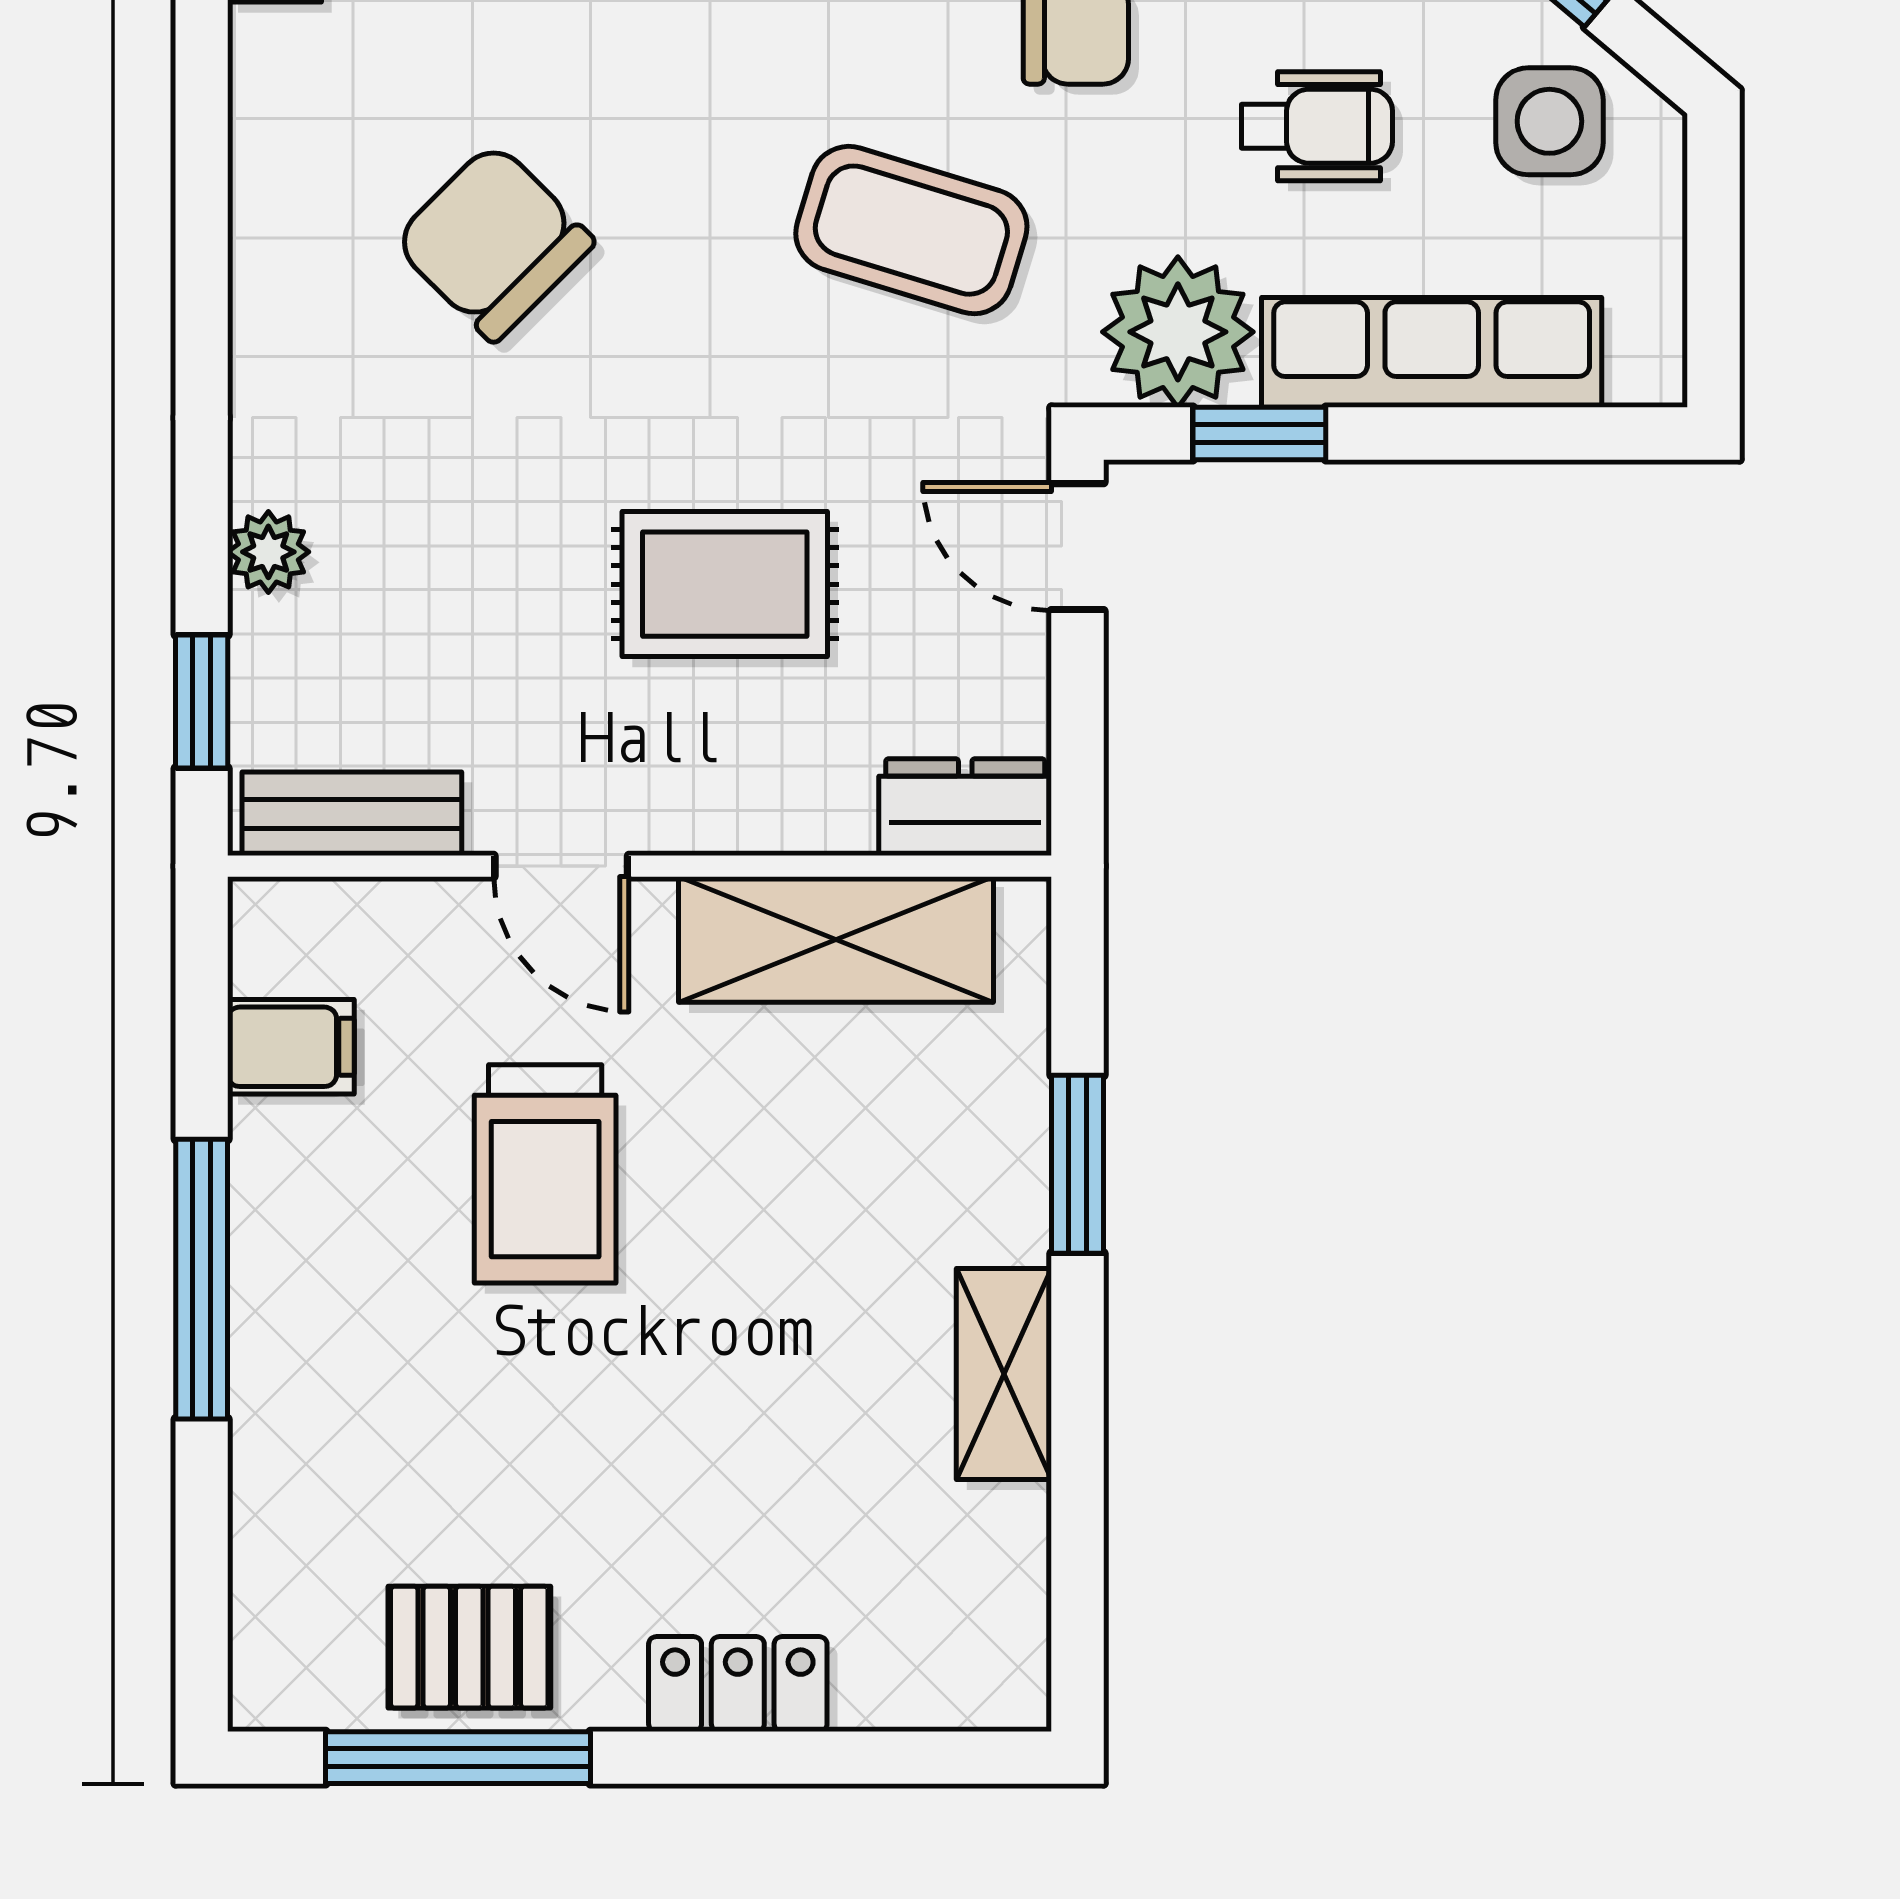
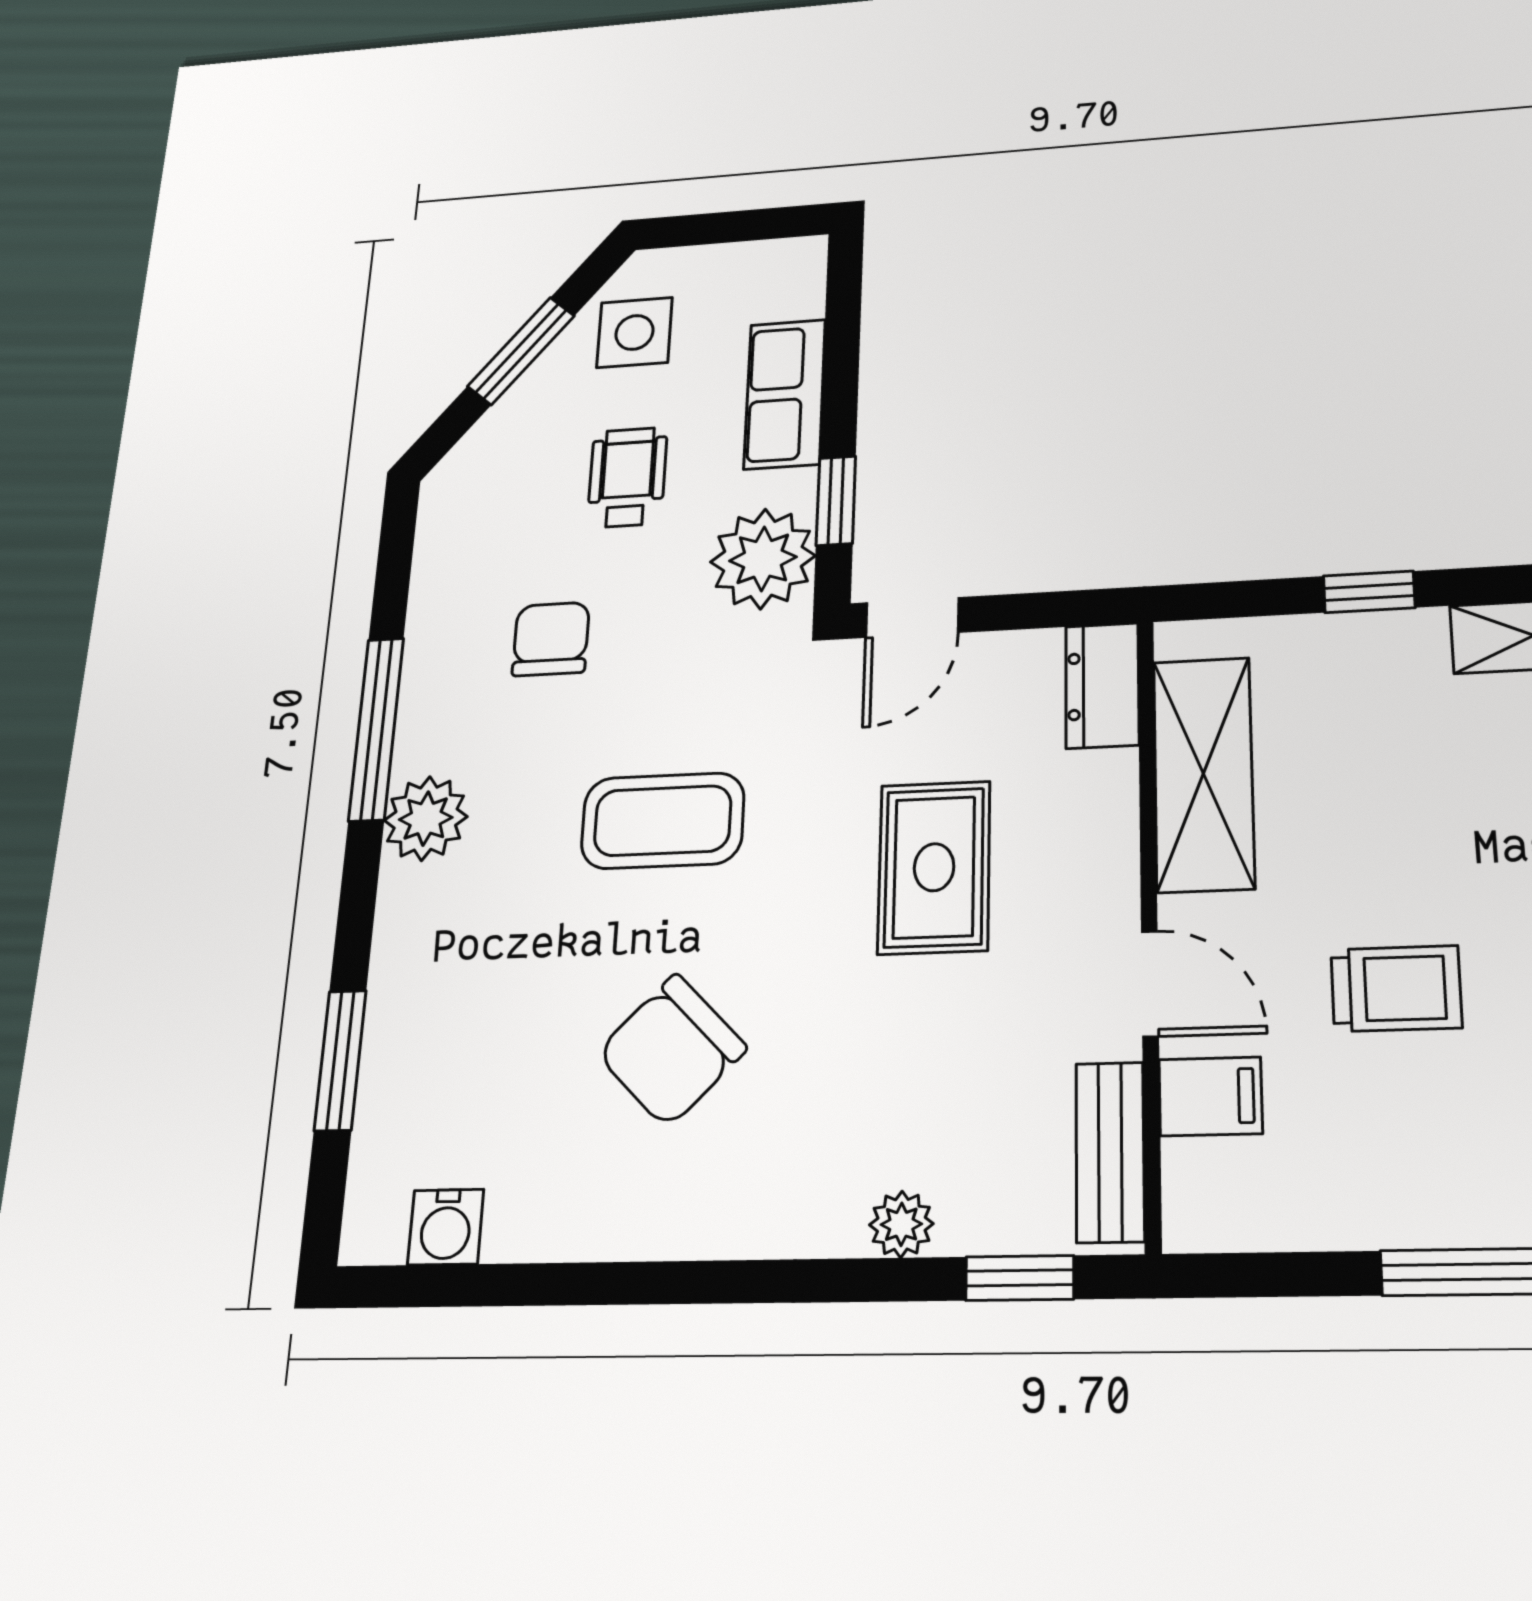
coffee table: (911, 230) -> (663, 821), moved, turned 73
row of seats: (1432, 352) -> (785, 394), width x0.68
door: (561, 866) -> (1150, 984), hinge flipped
filing cabinet: (291, 1047) -> (1210, 1096), moved, turned 90
window: (1077, 1164) -> (1369, 592), width x0.67
trolley: (545, 1174) -> (1396, 989), width x0.73, depth x0.72

